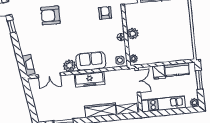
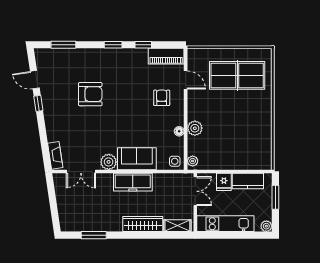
armchair: (50, 15) -> (90, 94), turned 180

